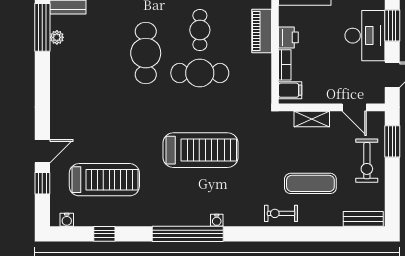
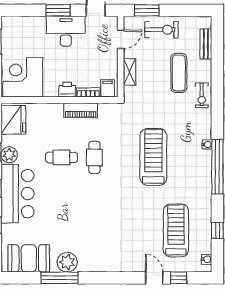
piano: (262, 31) -> (81, 110), moved
plant: (57, 37) -> (67, 262), width x1.87, depth x1.87
cafe table: (146, 53) -> (79, 199), removed
cafe table: (200, 73) -> (94, 157), width x0.73, depth x0.74
bench: (363, 219) -> (206, 44), moved

